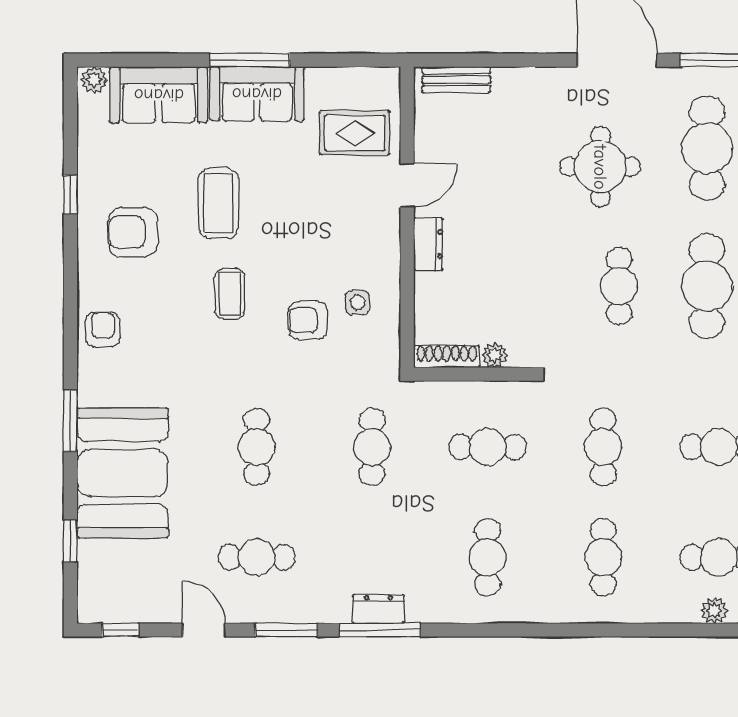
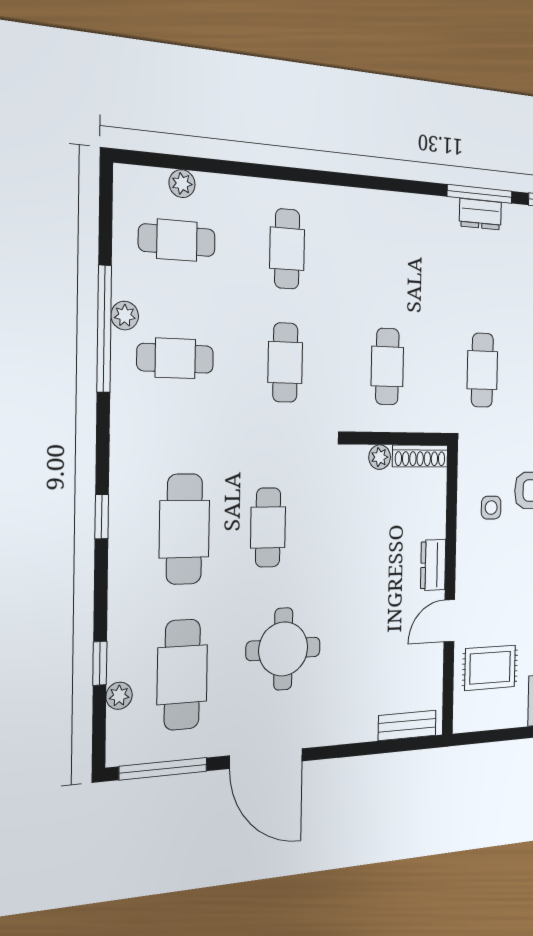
cafe table: (488, 447) -> (387, 366), turned 90
cafe table: (488, 557) -> (389, 257), removed

